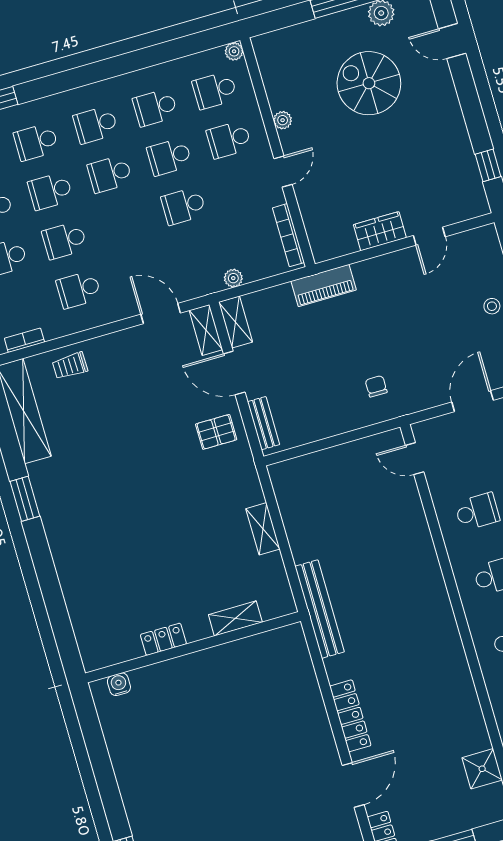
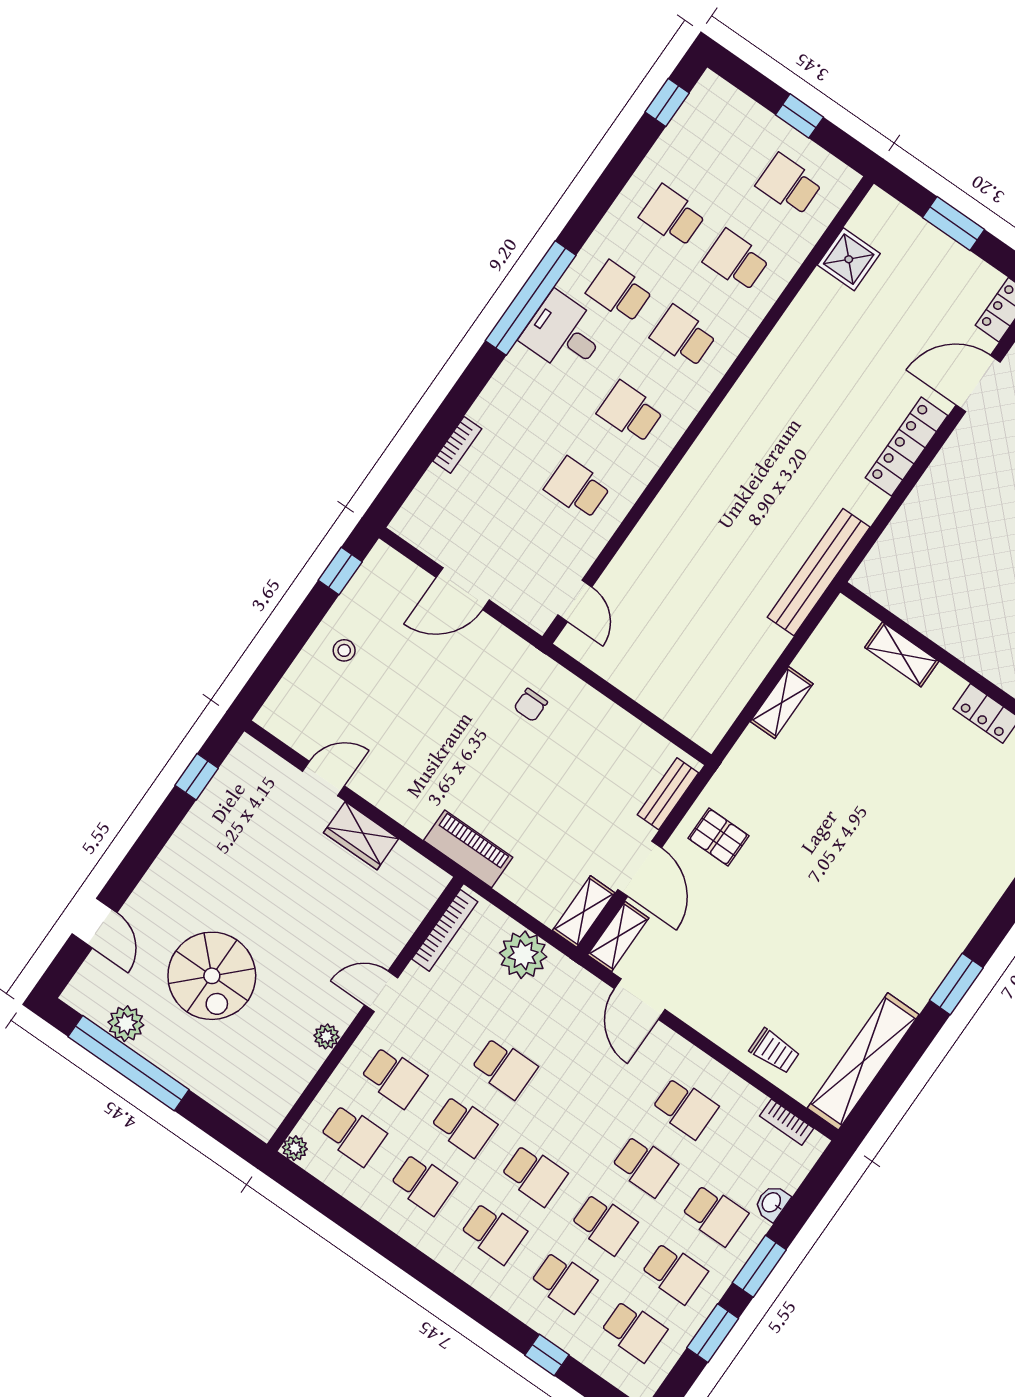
plant: (233, 278) -> (523, 955), width x1.88, depth x1.88

